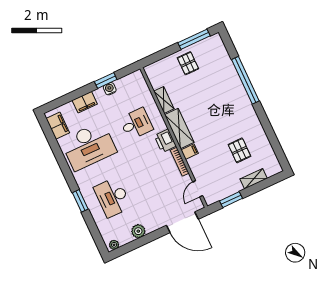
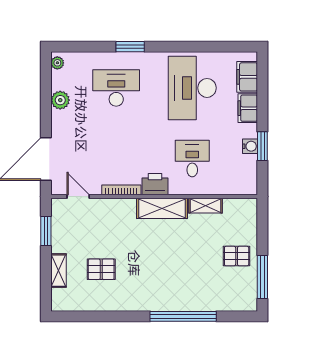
desk: (136, 124) -> (192, 159), turned 180
filing cabinet: (58, 126) -> (247, 77), moved, turned 90
filing cabinet: (190, 152) -> (128, 208), removed

